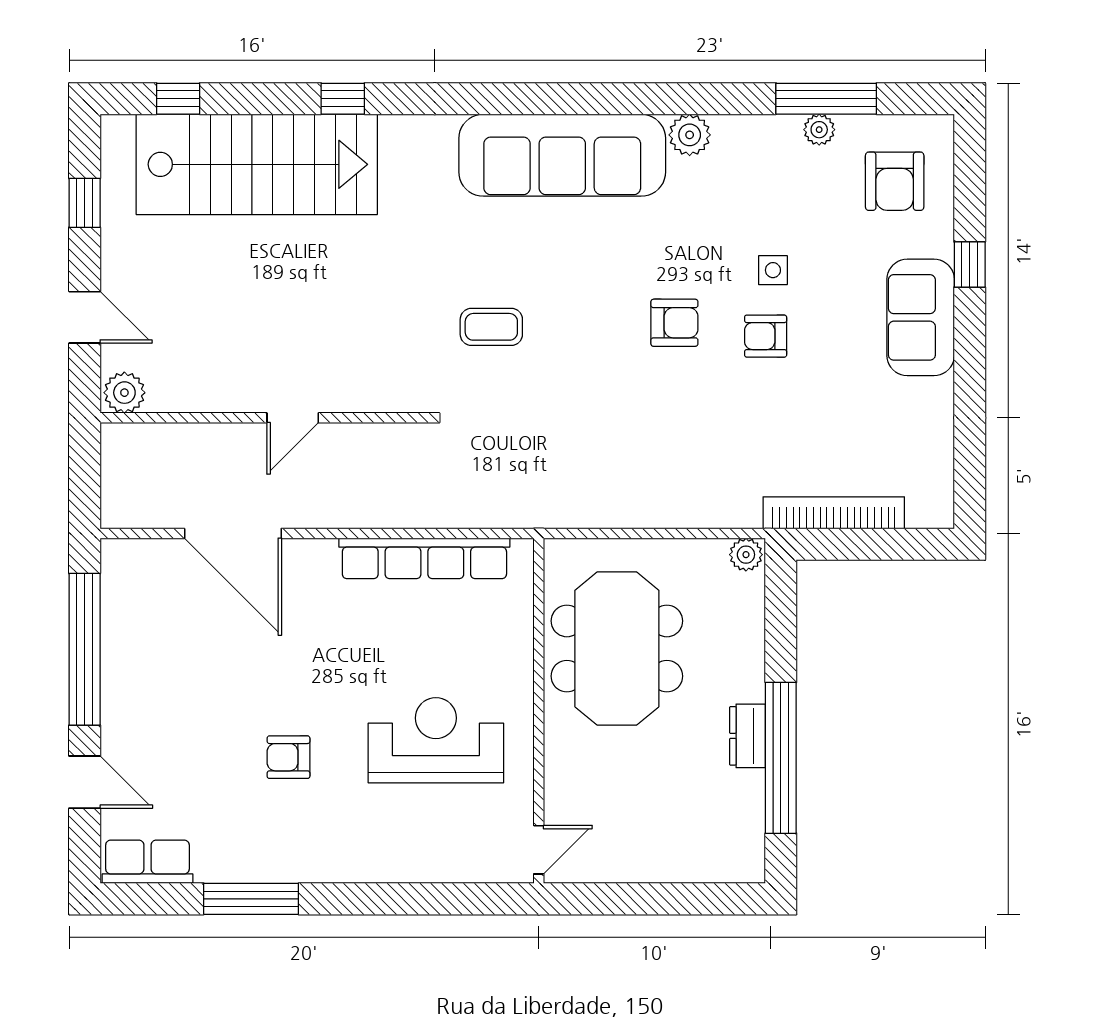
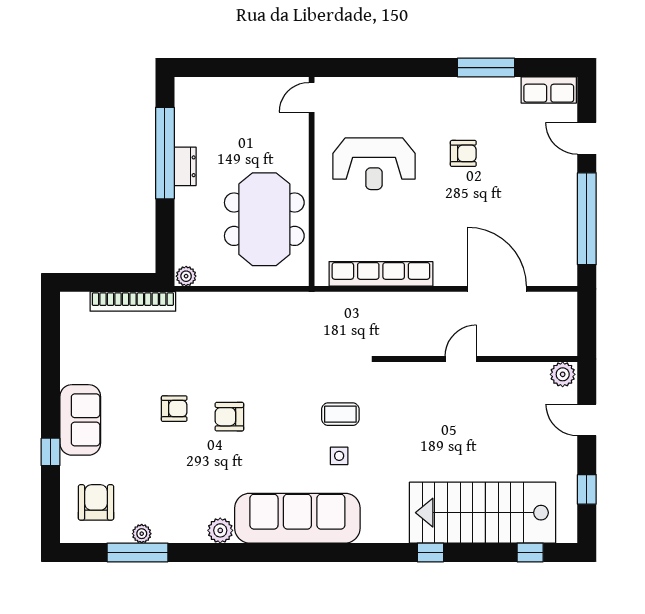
side table: (773, 270) -> (339, 456), moved

